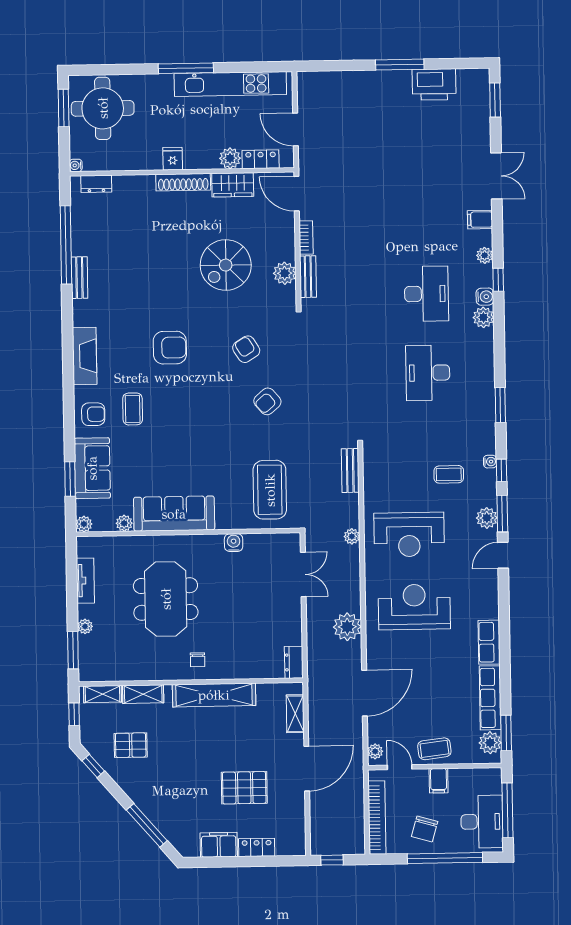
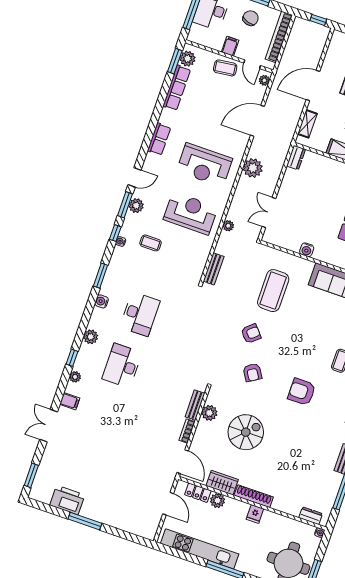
water cooler: (485, 297) -> (102, 301), moved
coffee table: (270, 490) -> (273, 291), moved
row of seats: (489, 642) -> (159, 139), moved

